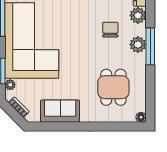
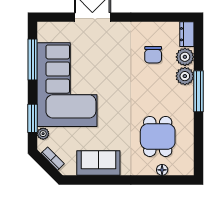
chair: (110, 30) -> (153, 55), moved, turned 180
plant: (138, 45) -> (185, 76), moved
floor lamp: (141, 117) -> (162, 170), moved

